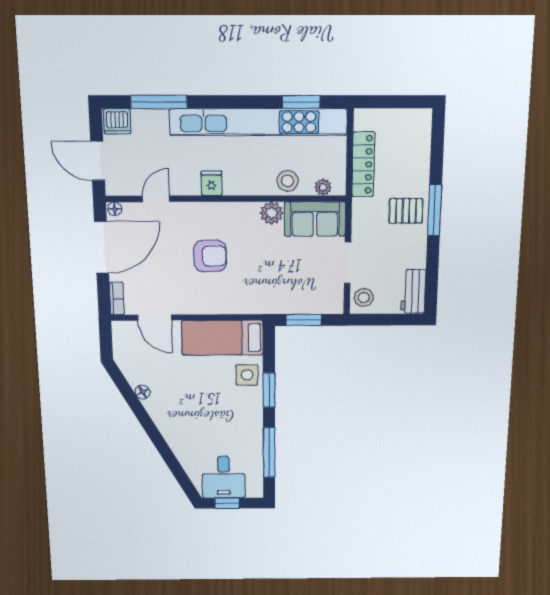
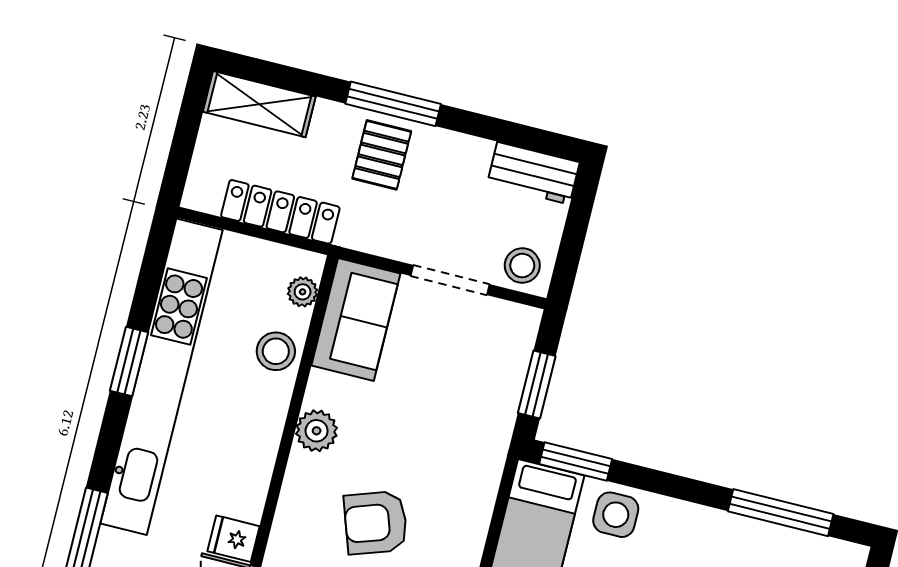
window: (301, 102) -> (129, 361), moved
shelving: (419, 138) -> (259, 104), added
fridge: (212, 183) -> (234, 539), moved
plant: (272, 213) -> (317, 431), moved
armchair: (210, 256) -> (376, 523), turned -108
window: (269, 390) -> (576, 461), moved

